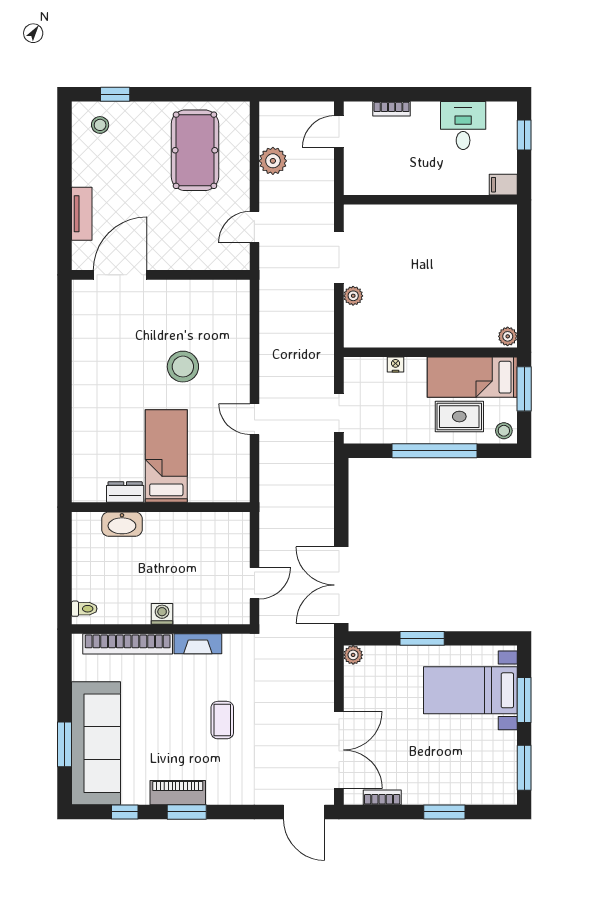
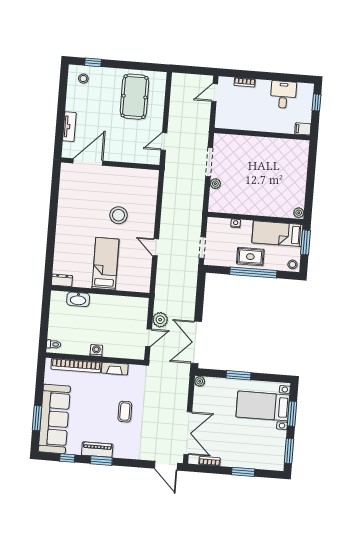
plant: (273, 161) -> (160, 320), moved
rug: (459, 417) -> (250, 257), moved
dresser: (125, 492) -> (62, 280), moved

